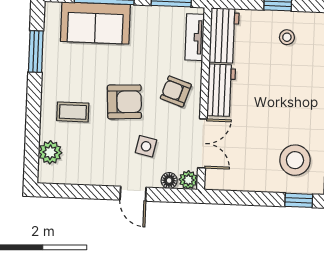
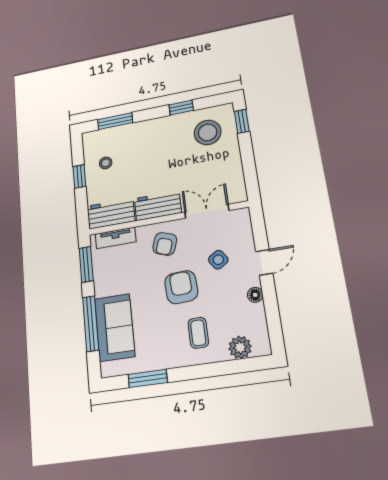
side table: (146, 146) -> (218, 260), turned 45
plant: (188, 180) -> (242, 216), removed
floor lamp: (169, 181) -> (255, 295), moved

